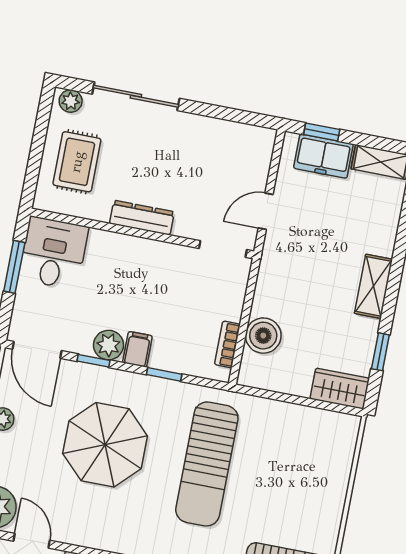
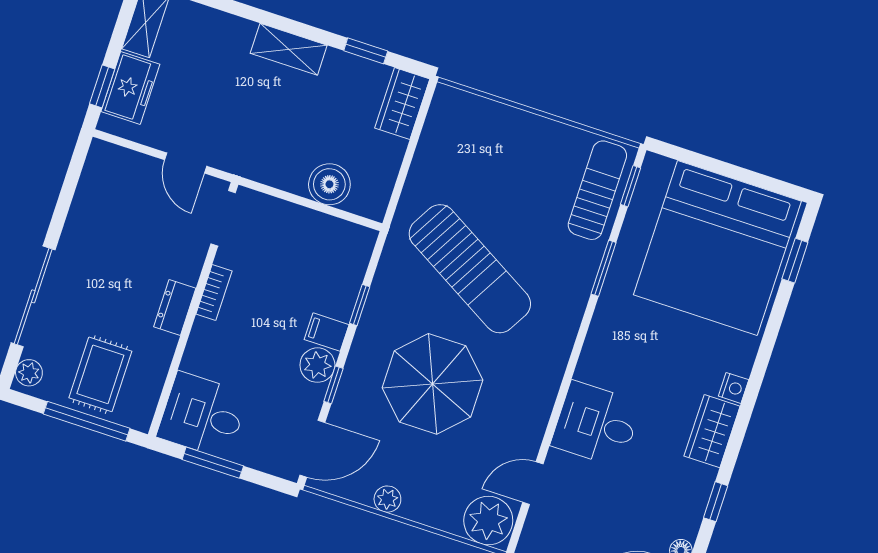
window: (36, 155) -> (87, 421), added
rug: (77, 162) -> (100, 374), turned 90
dresser: (142, 218) -> (175, 308), width x0.70
bookcase: (227, 344) -> (214, 293), moved, turned -90
sun lounger: (207, 464) -> (470, 269), turned 30

